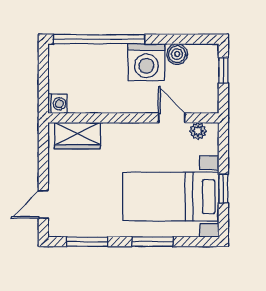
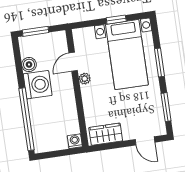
window: (223, 70) -> (36, 31), width x1.50
plant: (198, 131) -> (85, 79), moved
wardrobe: (77, 136) -> (106, 134), moved, turned -90

